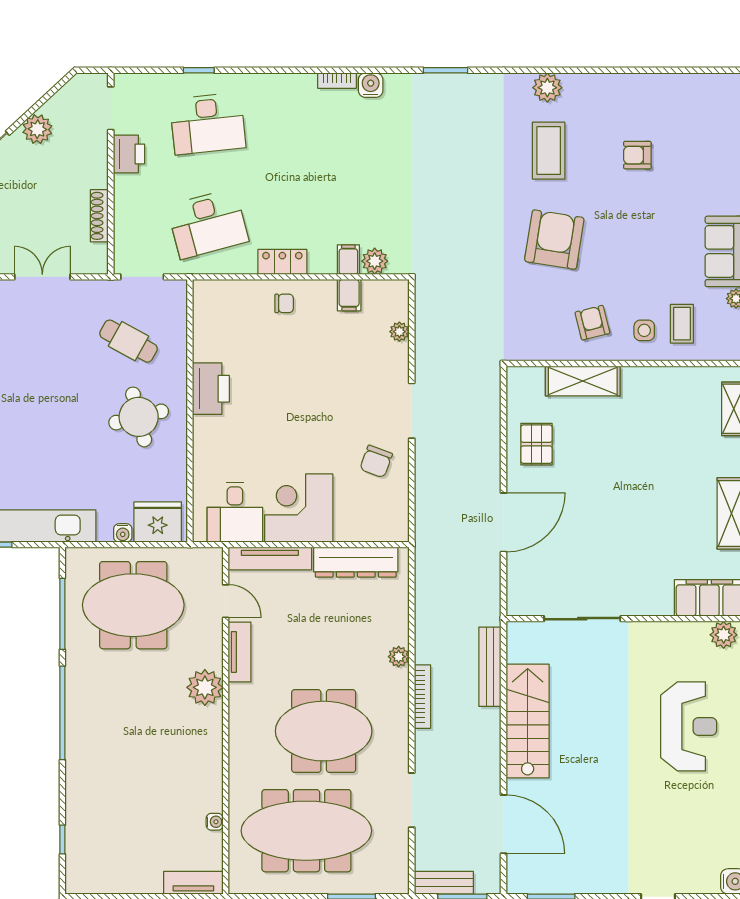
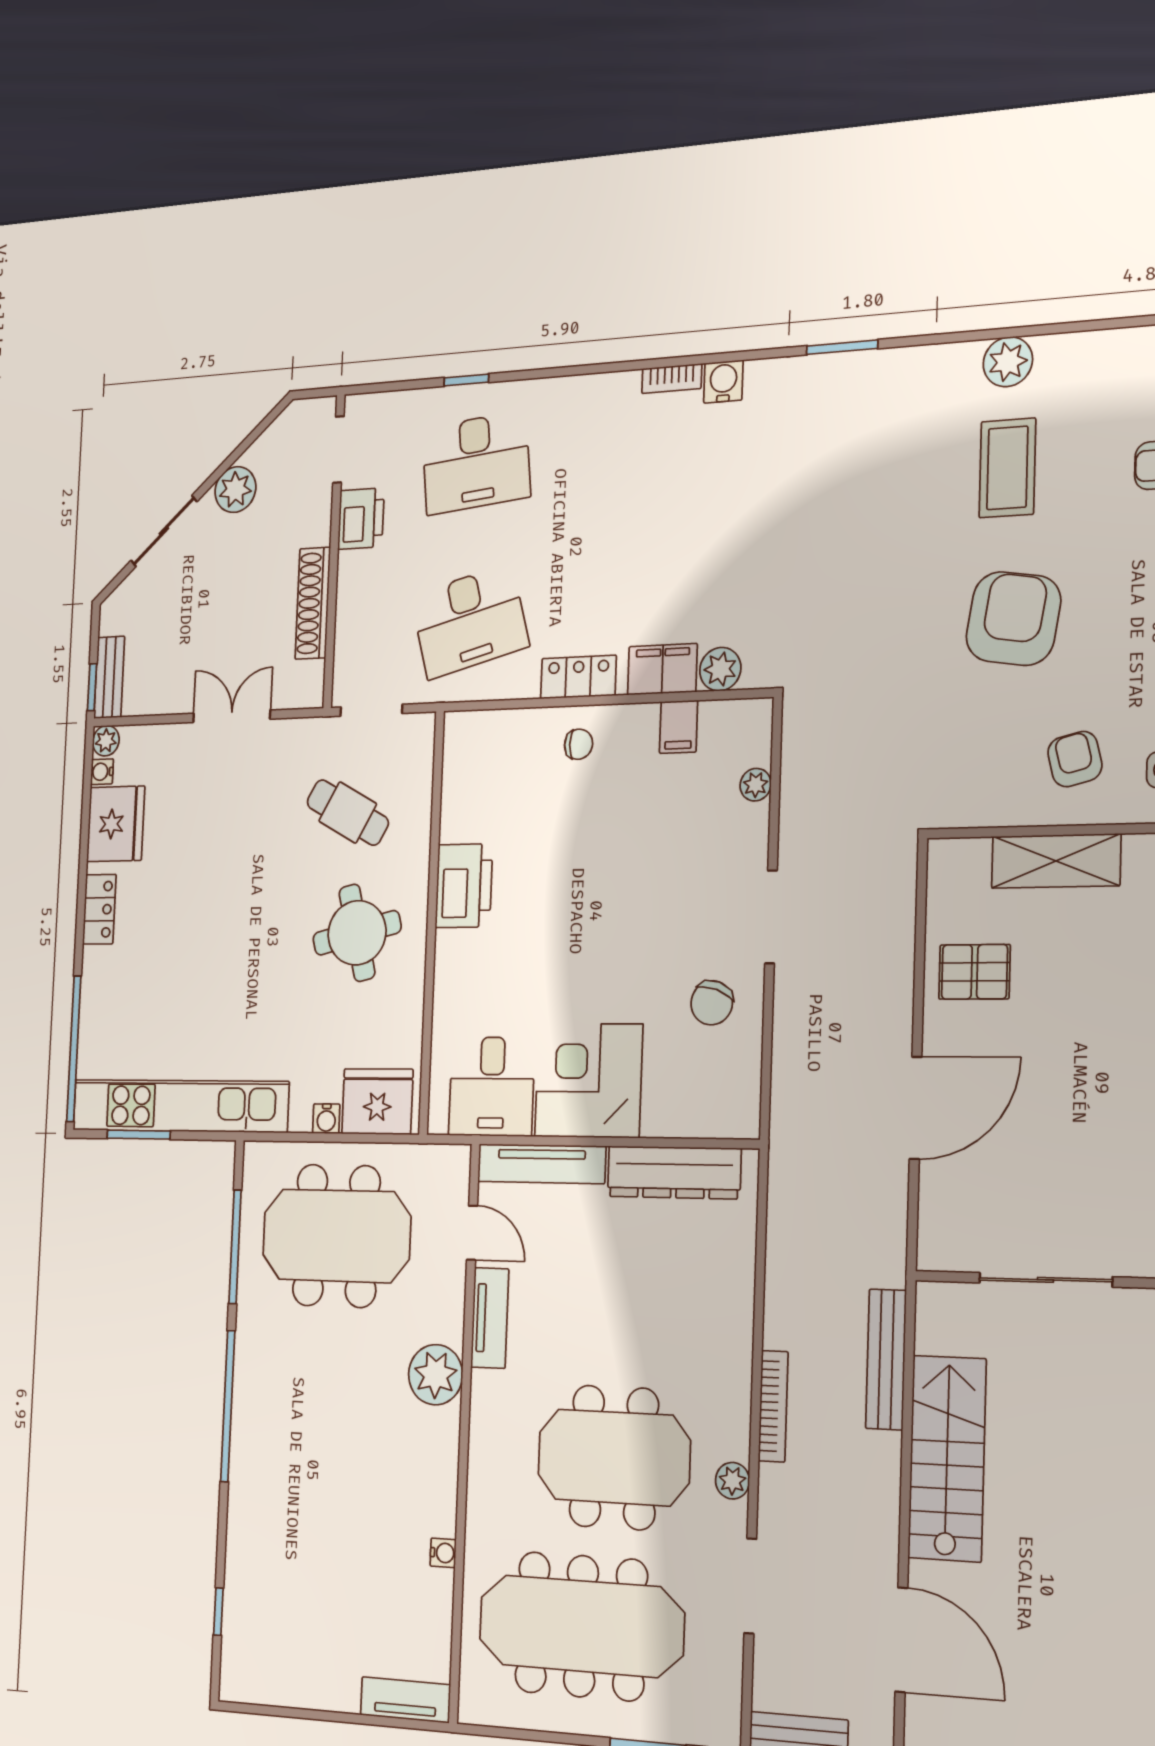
shoe rack: (99, 216) -> (313, 603), width x1.36, depth x1.24
filing cabinet: (348, 260) -> (662, 669), width x2.00
pallet: (536, 444) -> (974, 972), turned 90
plant: (399, 657) -> (732, 1481), moved
water cooler: (215, 822) -> (443, 1553), moved

